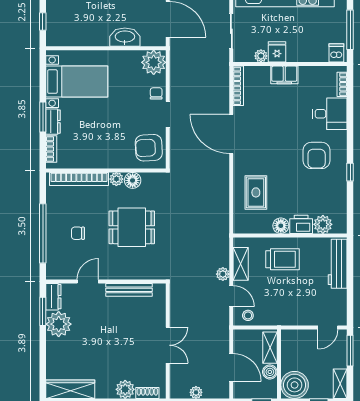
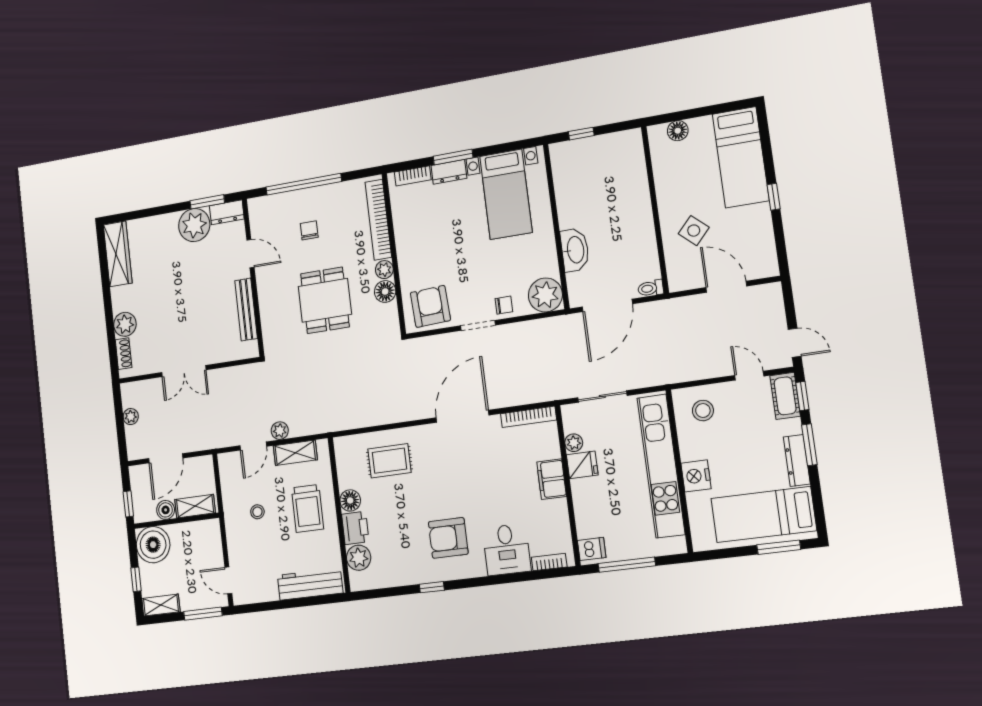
stool: (248, 315) -> (257, 512), moved

